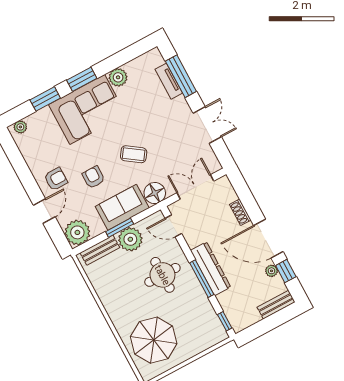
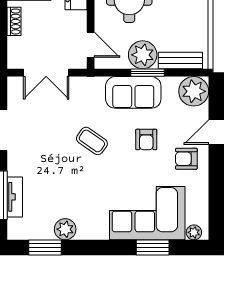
window: (82, 79) -> (45, 248), moved
corner sofa: (87, 109) -> (147, 213), moved
floor lamp: (155, 193) -> (92, 89), removed

